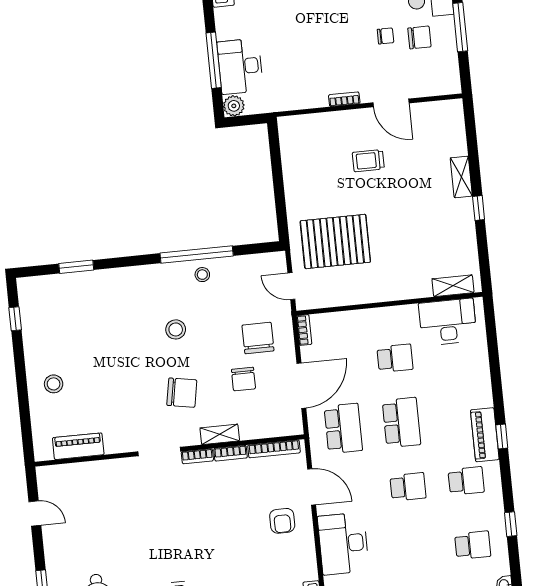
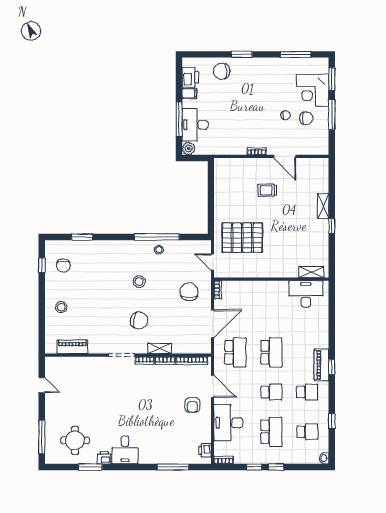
filing cabinet: (226, 17) -> (189, 94), added
school desk: (395, 358) -> (271, 432), moved, width x1.85
chair: (243, 379) -> (63, 266), moved

